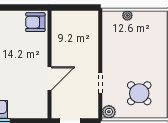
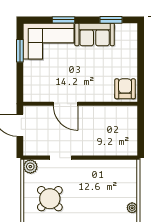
plant: (127, 15) -> (132, 208), moved

